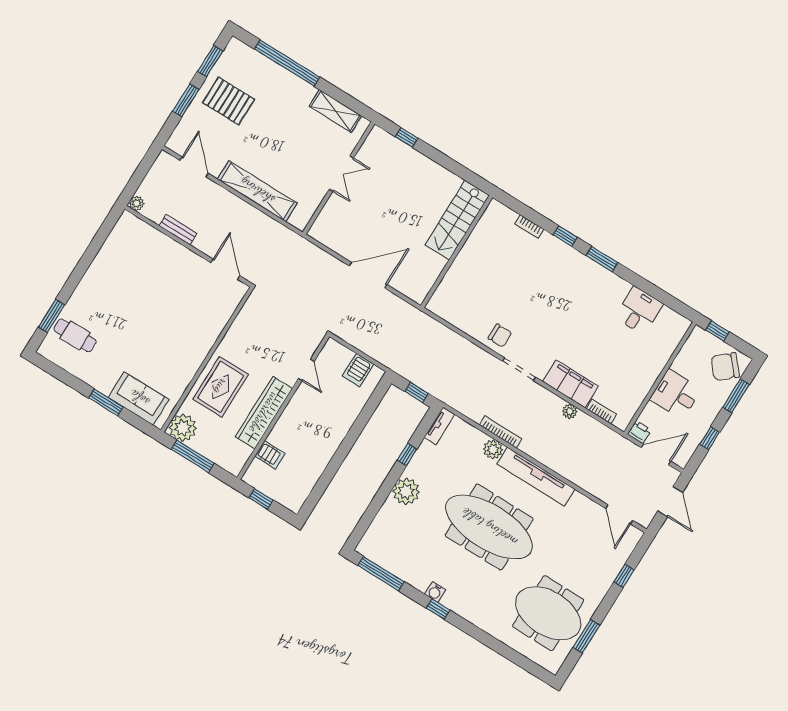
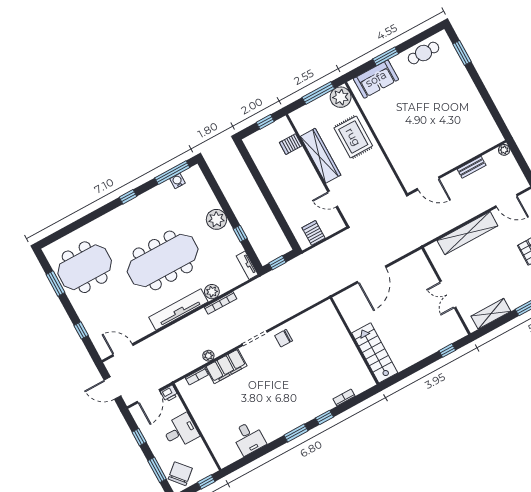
cafe table: (75, 336) -> (423, 53), moved
water cooler: (435, 592) -> (177, 181), moved

